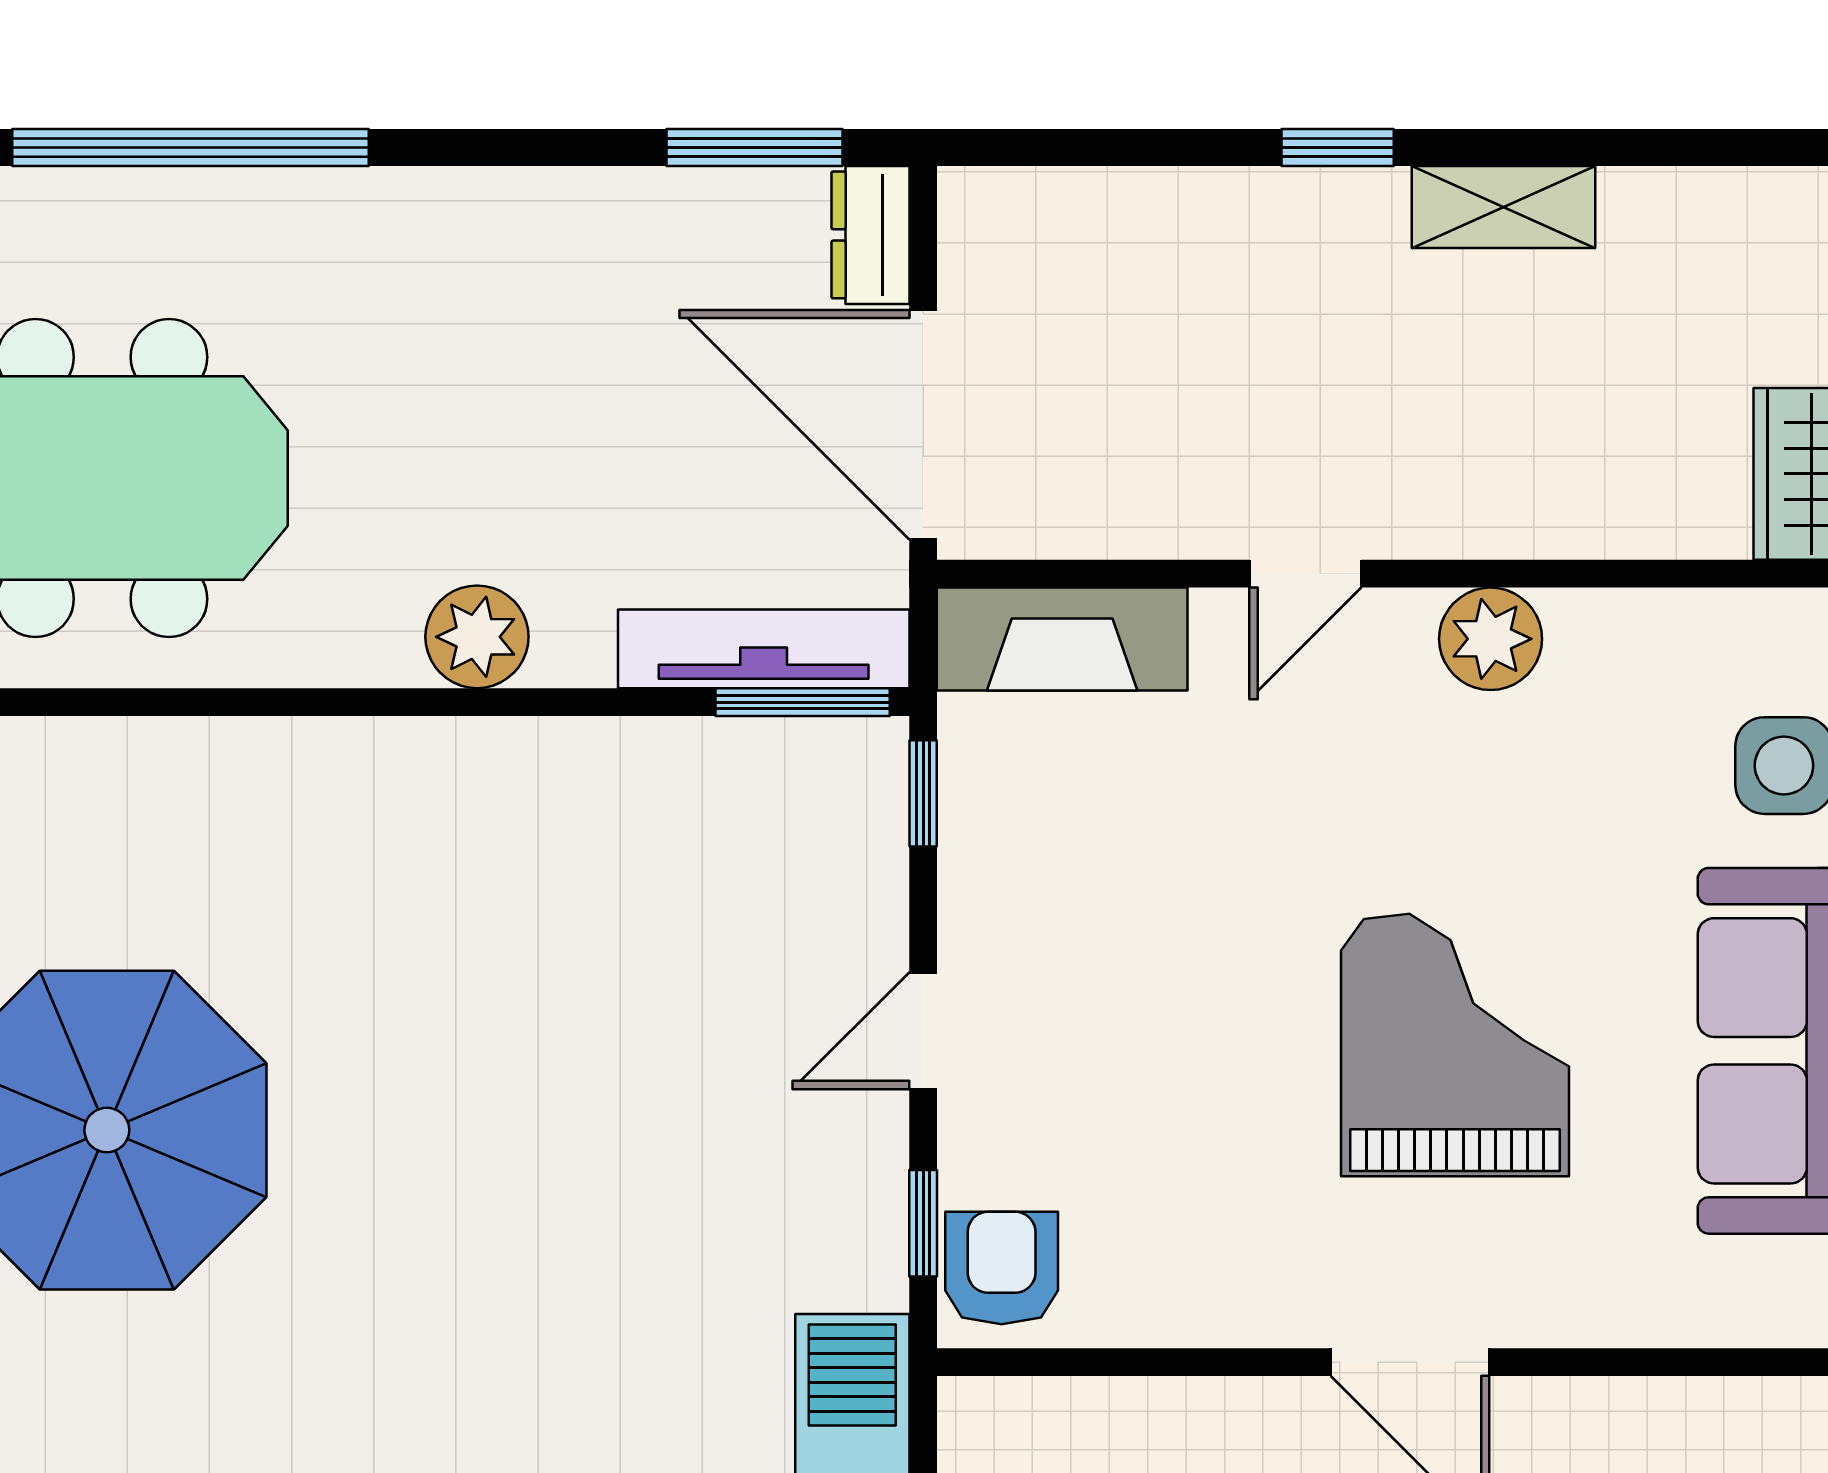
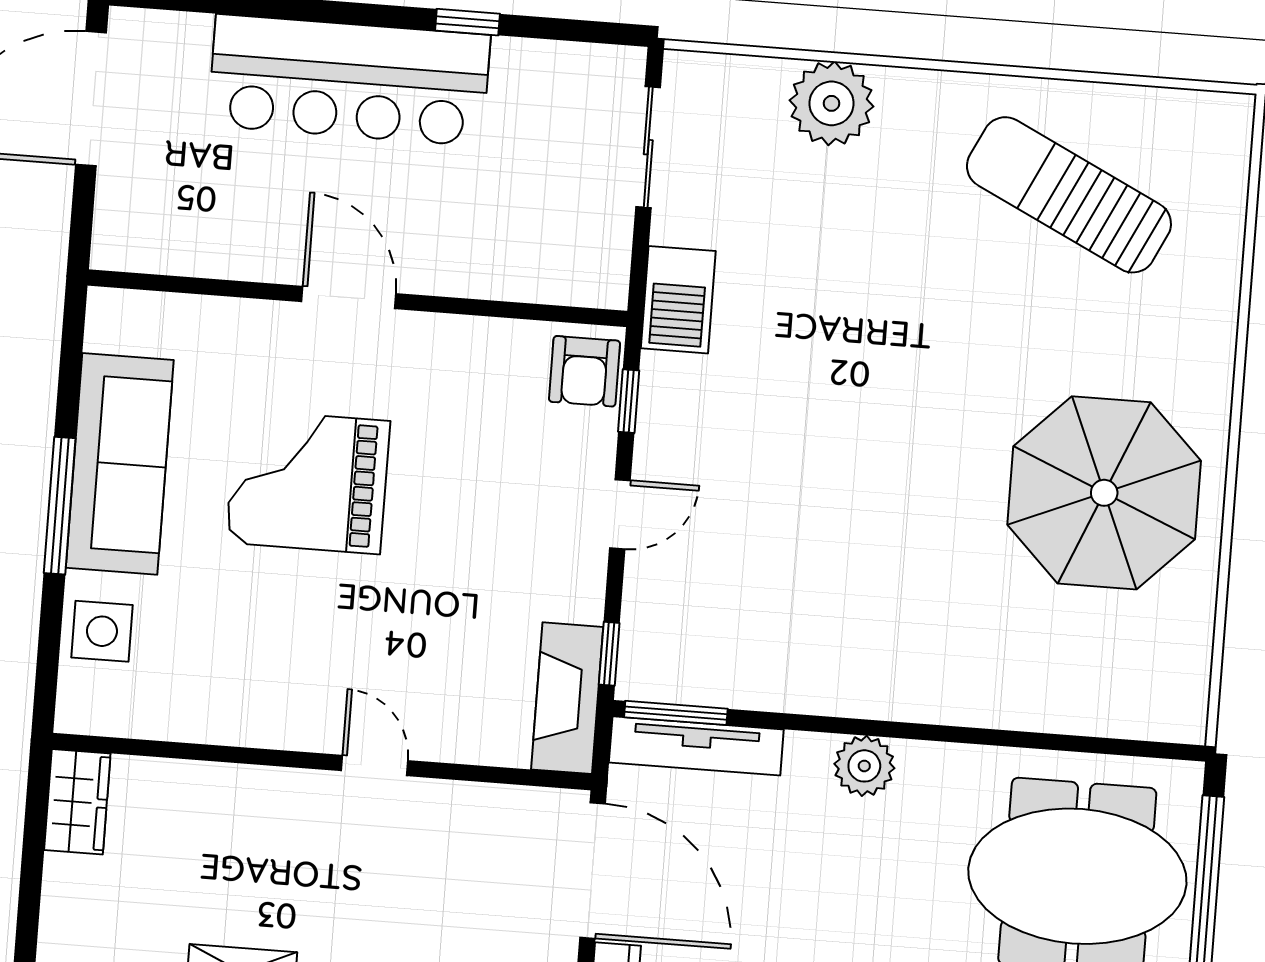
door: (1305, 574) -> (375, 766), hinge flipped
fireplace: (1062, 639) -> (567, 698), moved, turned -90
plant: (1491, 639) -> (269, 719), removed
grand piano: (1455, 1045) -> (308, 482), turned 90

